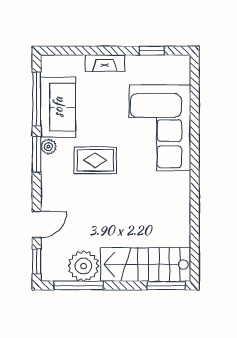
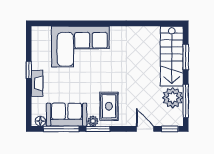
window: (152, 51) -> (29, 70), moved
floor lamp: (48, 68) -> (40, 121), added
rug: (95, 160) -> (109, 106), moved
window: (166, 286) -> (186, 57), moved

